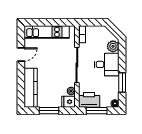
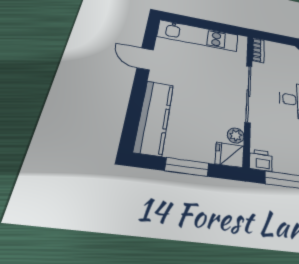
door: (21, 55) -> (145, 59), swing flipped
printer: (89, 100) -> (261, 160), width x0.53, depth x0.68

